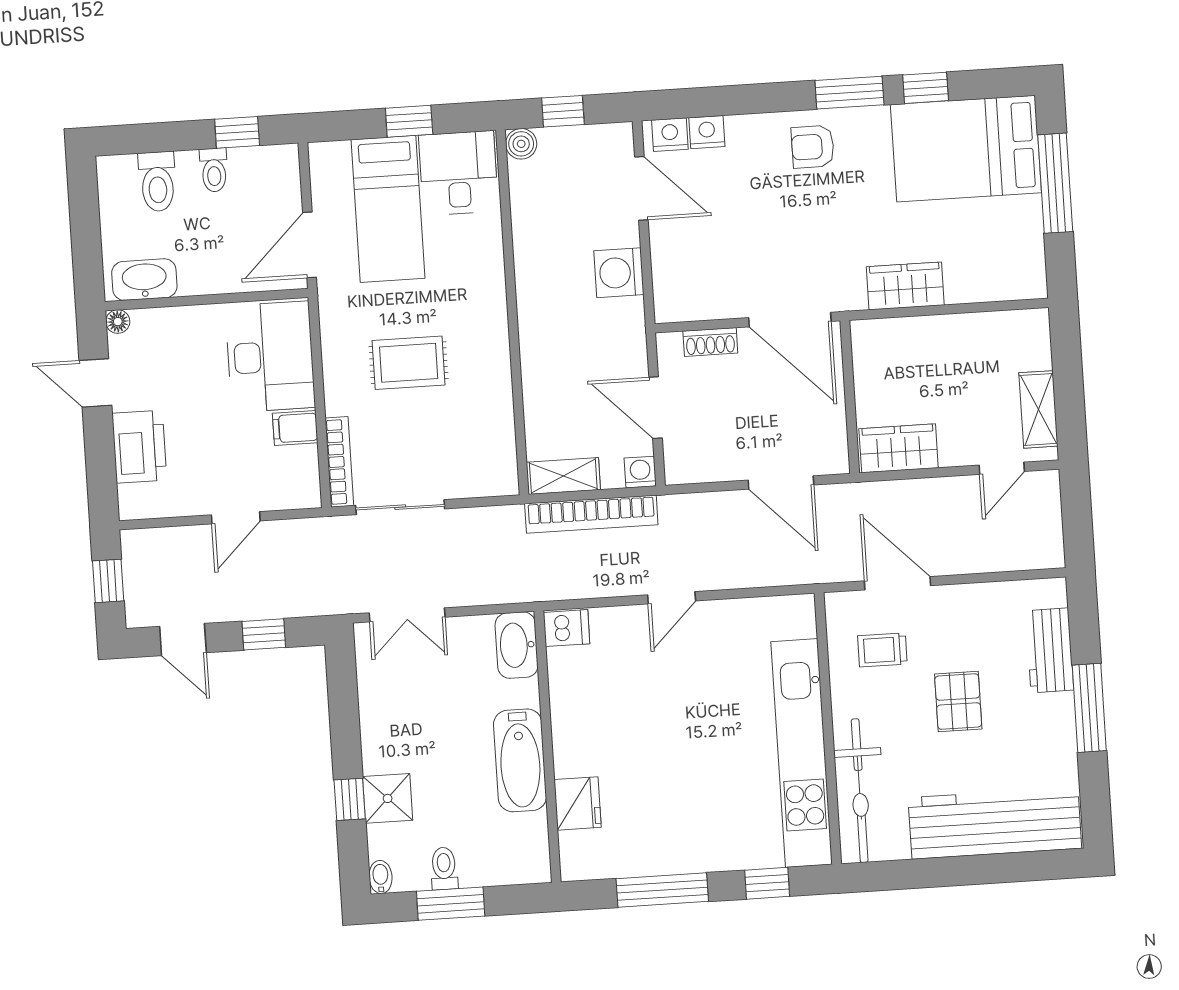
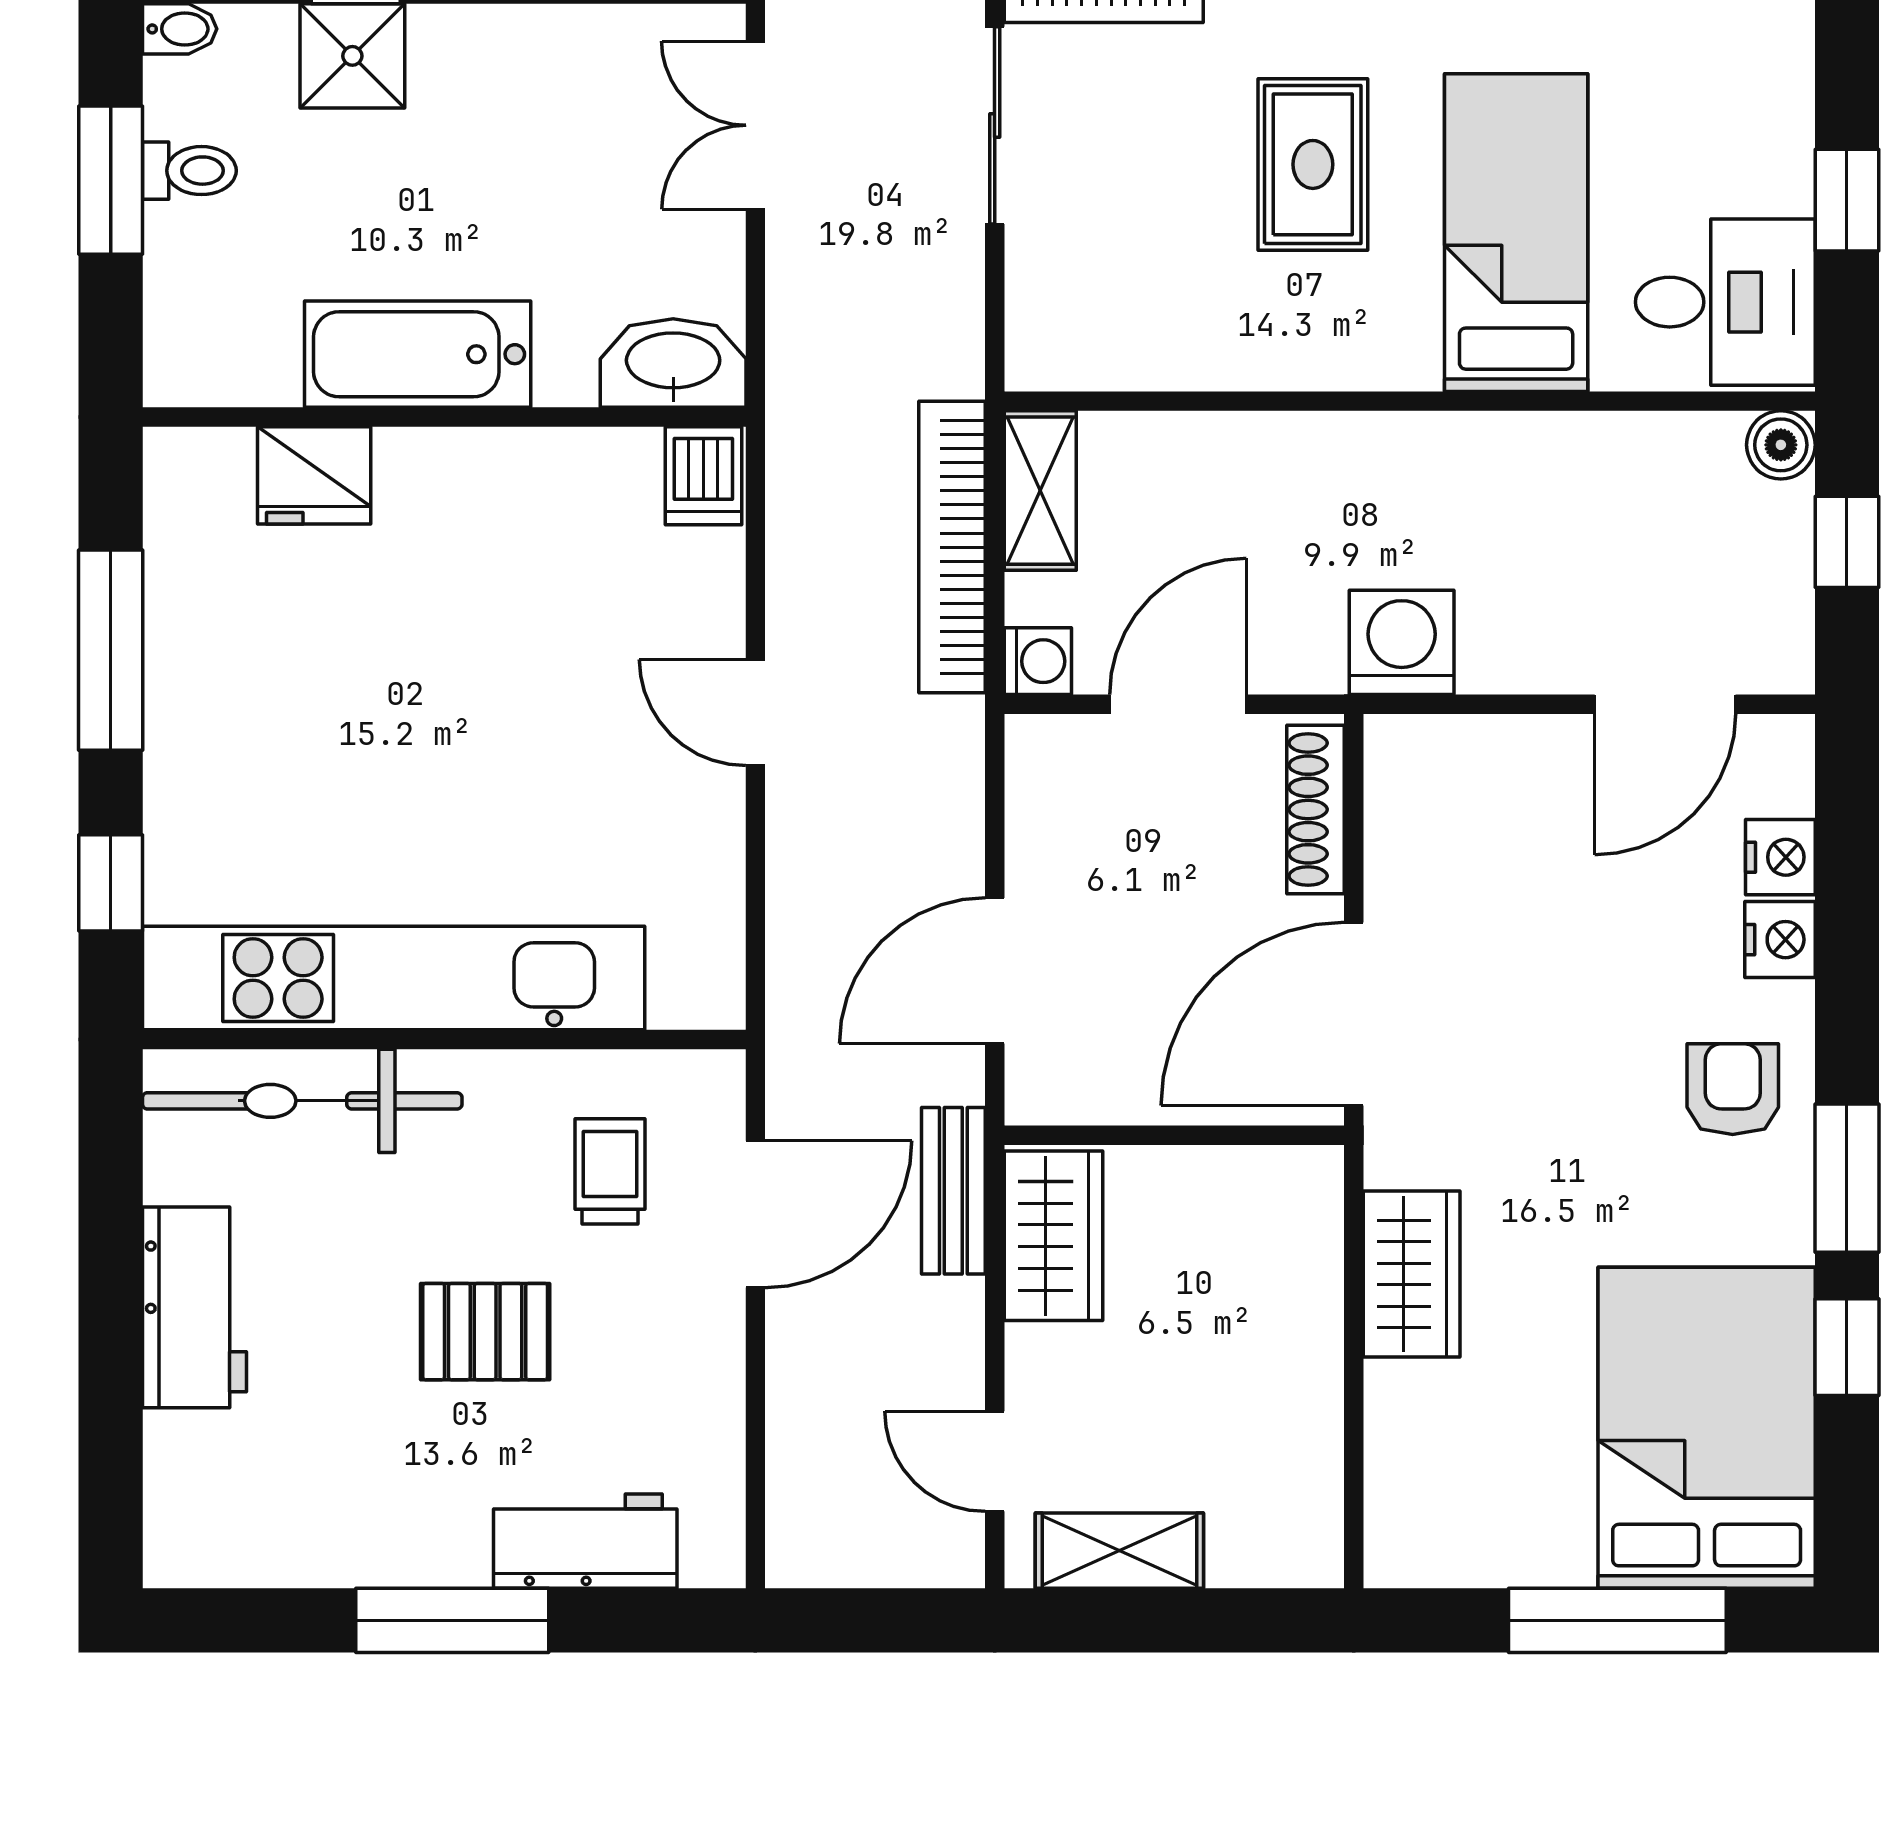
nightstand: (670, 135) -> (1780, 940), moved
bed: (388, 209) -> (1516, 233), moved, turned 90
washing machine: (619, 273) -> (1402, 642), moved
shoe rack: (710, 342) -> (1316, 809), width x1.43
bench: (881, 495) -> (953, 1191), added
workbench: (995, 823) -> (194, 1307), width x0.53, depth x0.76

